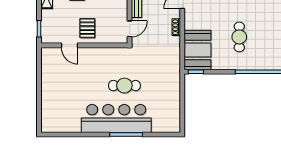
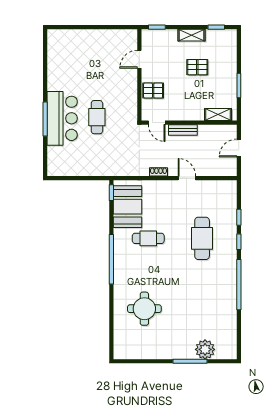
pallet: (87, 28) -> (153, 90), moved
booth: (197, 50) -> (128, 207), moved, turned 90
bar counter: (116, 118) -> (62, 118), width x0.73

